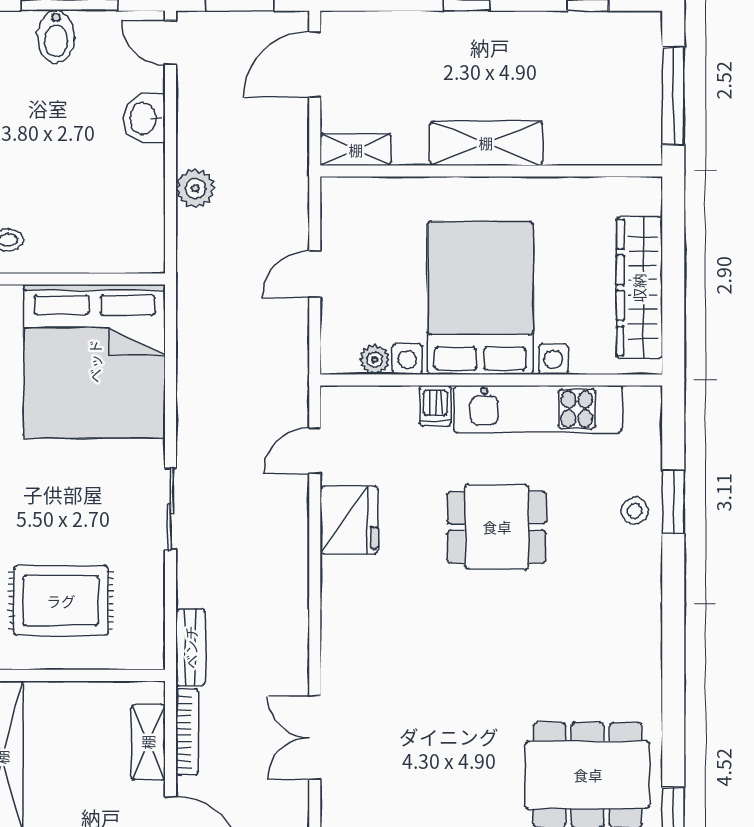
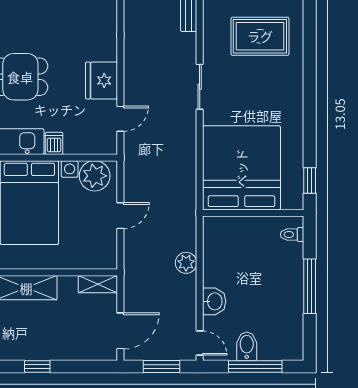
bidet: (56, 37) -> (247, 346), moved
plant: (375, 360) -> (95, 176), width x1.88, depth x1.88

